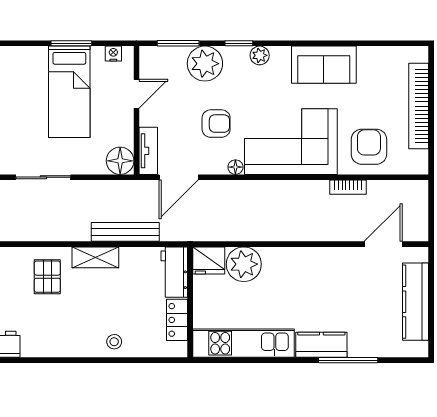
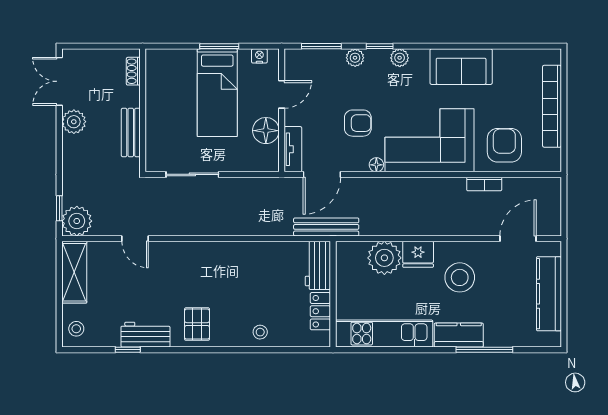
plant: (205, 64) -> (355, 58), width x0.53, depth x0.53
floor lamp: (120, 161) -> (266, 131), moved
bench: (125, 232) -> (326, 227), moved
shelving: (95, 257) -> (242, 251), removed
fridge: (209, 261) -> (418, 254), moved
pallet: (47, 277) -> (197, 324), moved
stool: (322, 285) -> (460, 277), added

